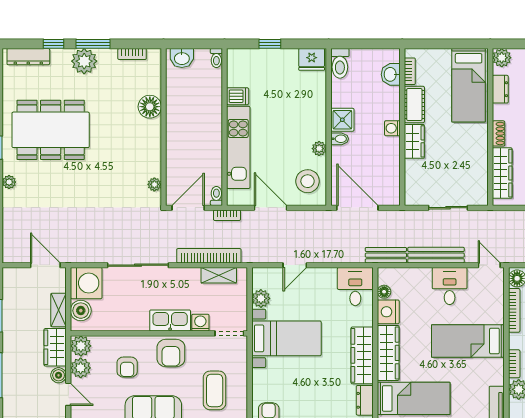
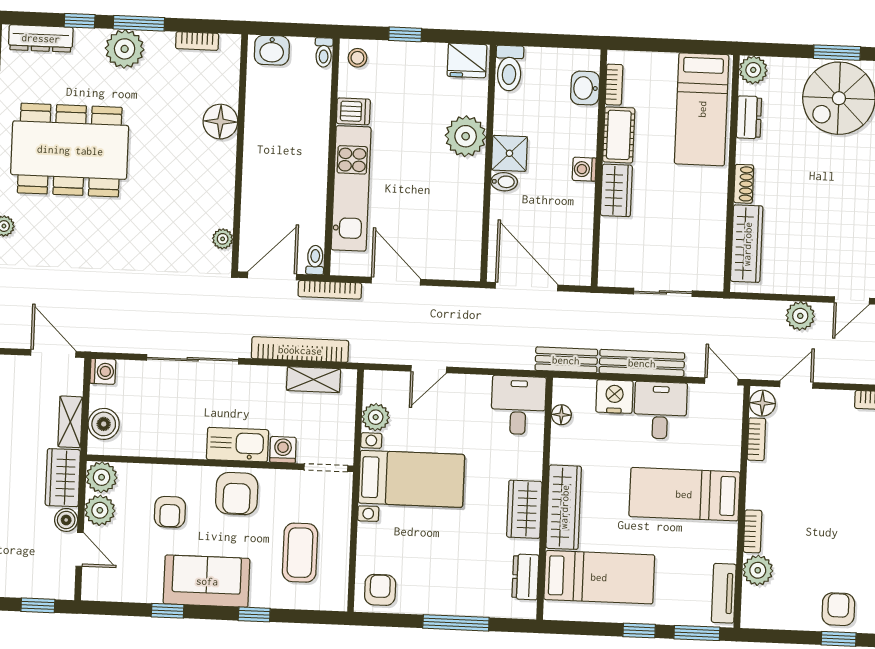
plant: (319, 149) -> (466, 136), moved, width x1.88, depth x1.88
stool: (308, 181) -> (357, 58), moved, width x0.53, depth x0.53
bookcase: (227, 215) -> (330, 290), width x1.56
washing machine: (86, 283) -> (103, 371), width x0.53, depth x0.53
bookcase: (514, 310) -> (756, 439), width x0.64
nightstand: (388, 312) -> (614, 396), moved, turned 90
wardrobe: (362, 355) -> (524, 509), width x0.67

